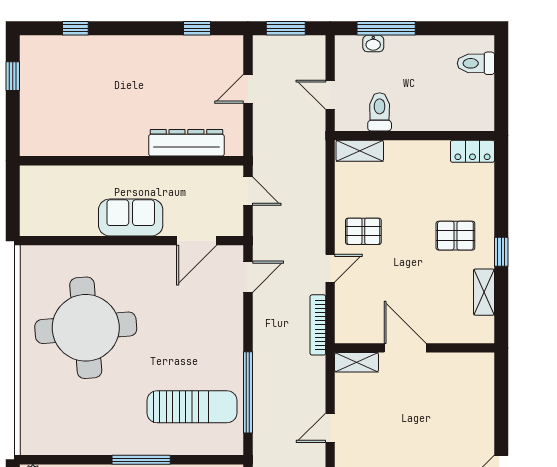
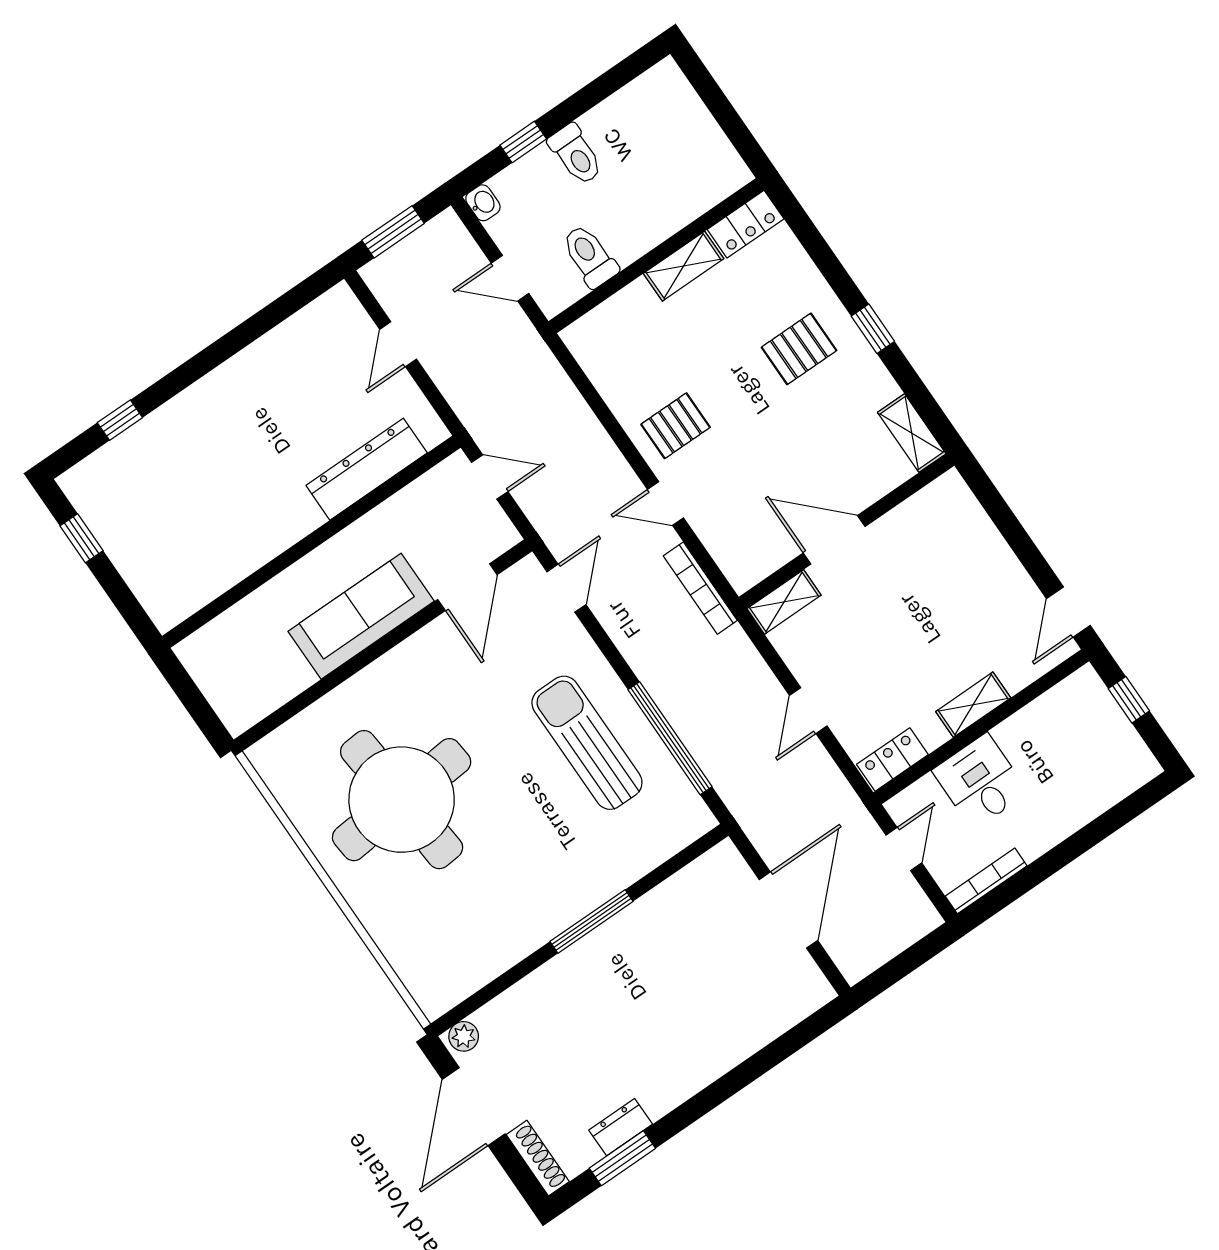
window: (197, 28) -> (278, 311), removed
window: (386, 28) -> (523, 142), width x0.46
washbasin: (373, 44) -> (483, 203), moved, turned -90
toilet: (476, 63) -> (576, 154), moved, turned -90
shelving: (360, 151) -> (684, 266), moved
sofa: (131, 217) -> (361, 616), width x1.36
door: (330, 268) -> (666, 504), swing flipped
shelving: (484, 292) -> (912, 433), moved
sun lounger: (192, 407) -> (587, 743), moved, turned -90

